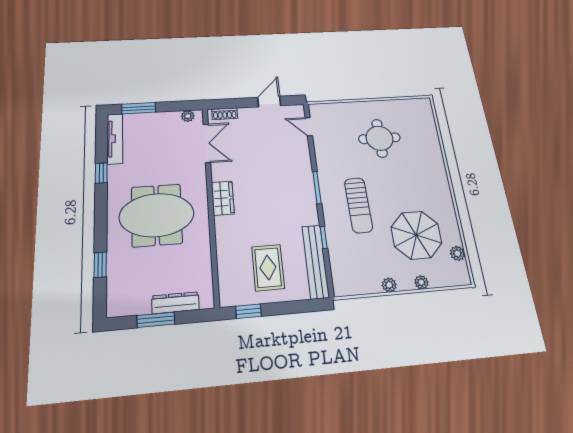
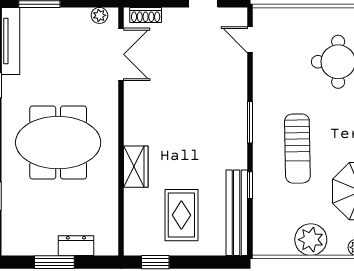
wardrobe: (223, 198) -> (136, 167), moved
plant: (389, 285) -> (311, 240), width x1.88, depth x1.88
dresser: (175, 303) -> (76, 246), width x0.70

